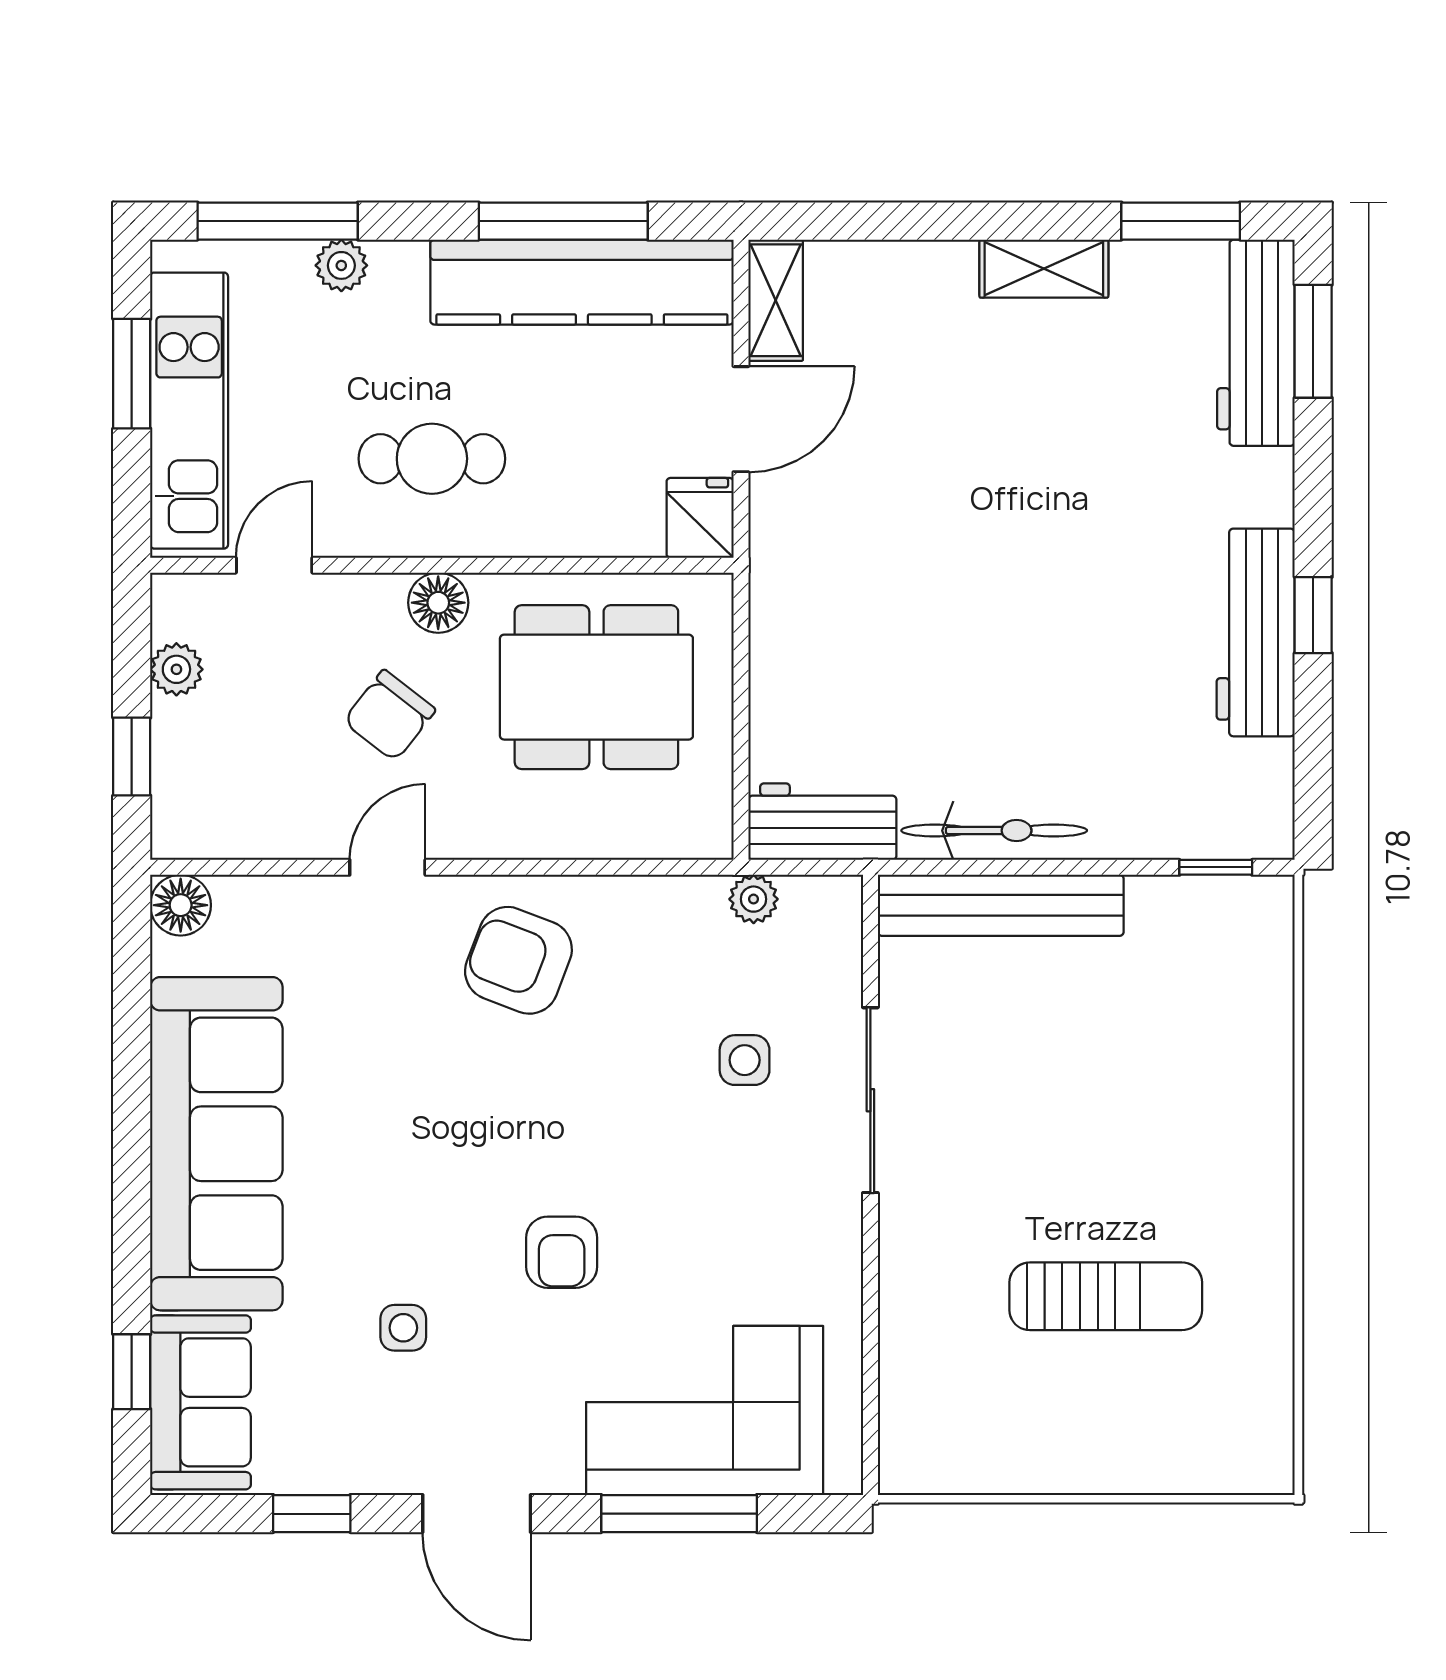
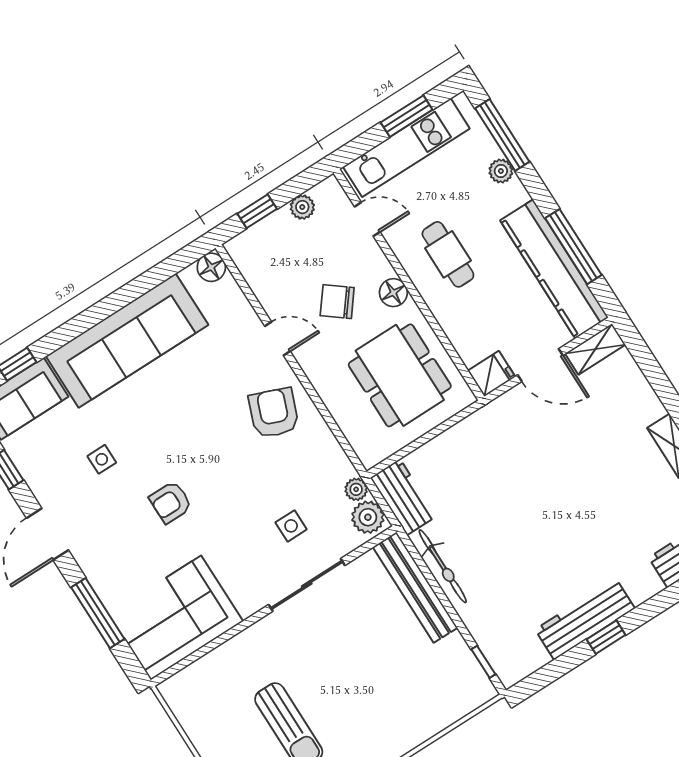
plant: (818, 910) -> (368, 517), added
corner sofa: (705, 1410) -> (176, 618), moved, turned -90

